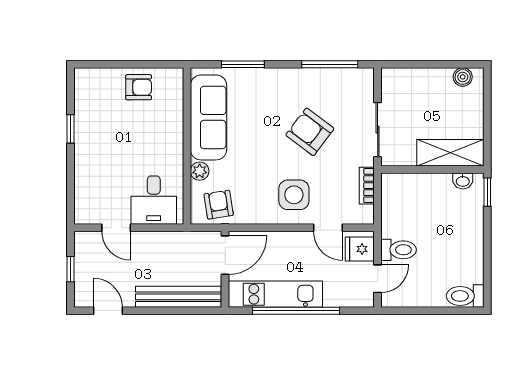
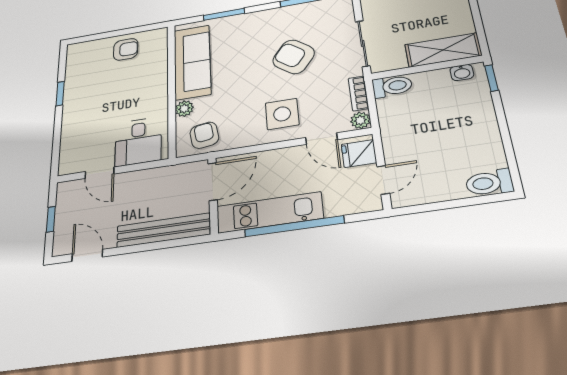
plant: (365, 215) -> (360, 120), added
toilet: (399, 250) -> (392, 86), moved

